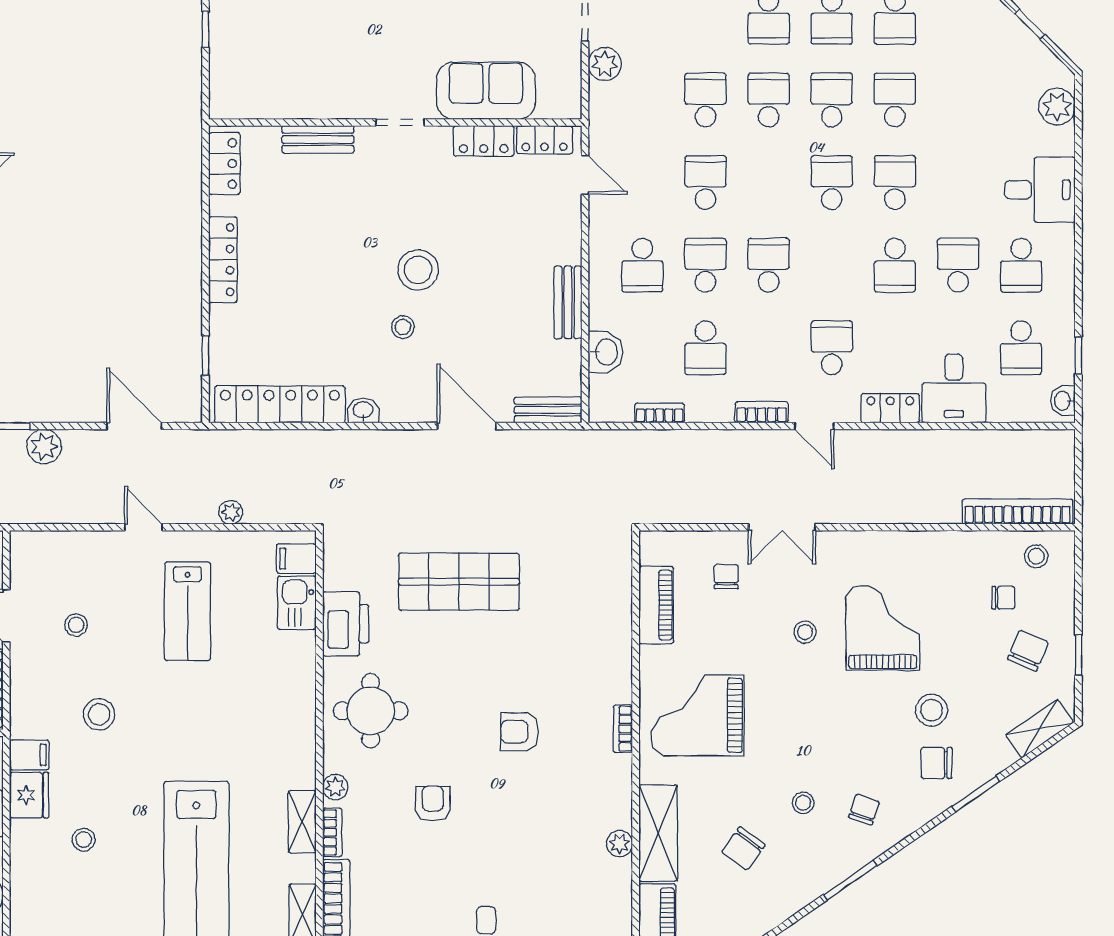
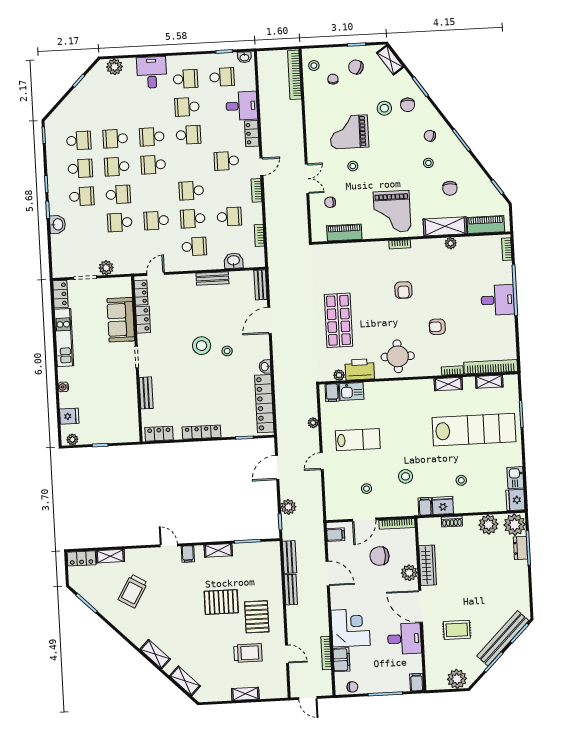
school desk: (769, 100) -> (118, 194), turned 180
plant: (335, 787) -> (339, 375), moved
chair: (743, 848) -> (450, 188), turned 54

